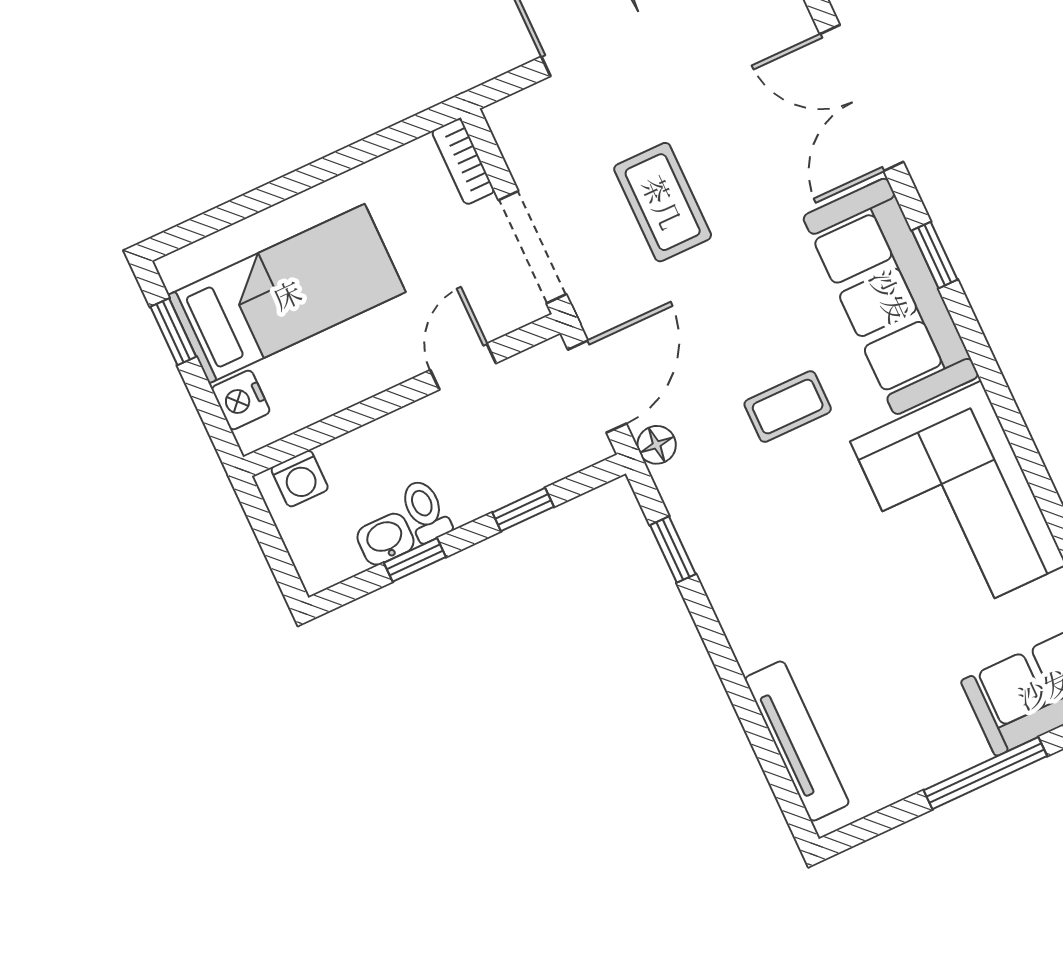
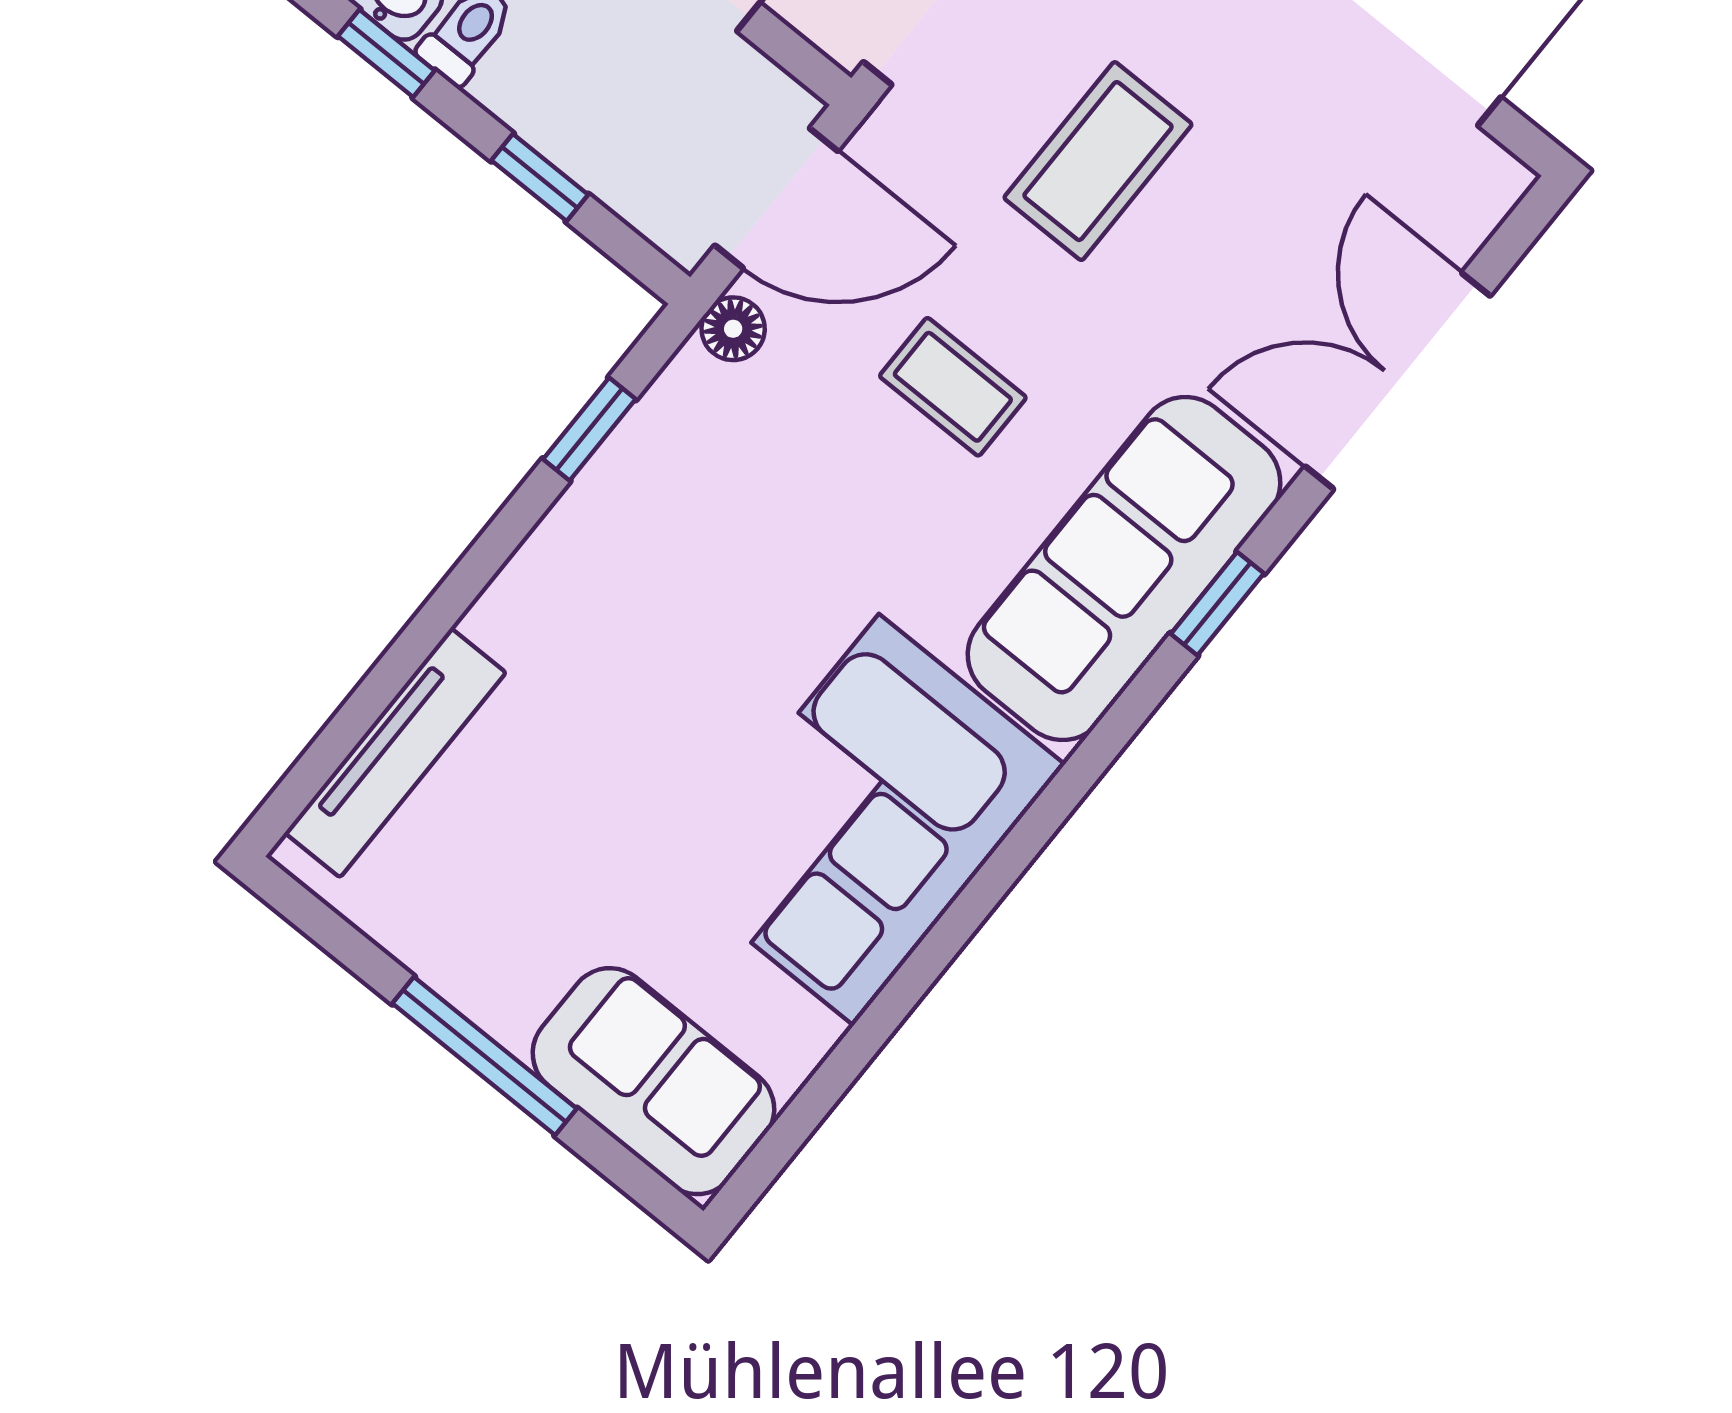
coffee table: (788, 407) -> (953, 387), moved

